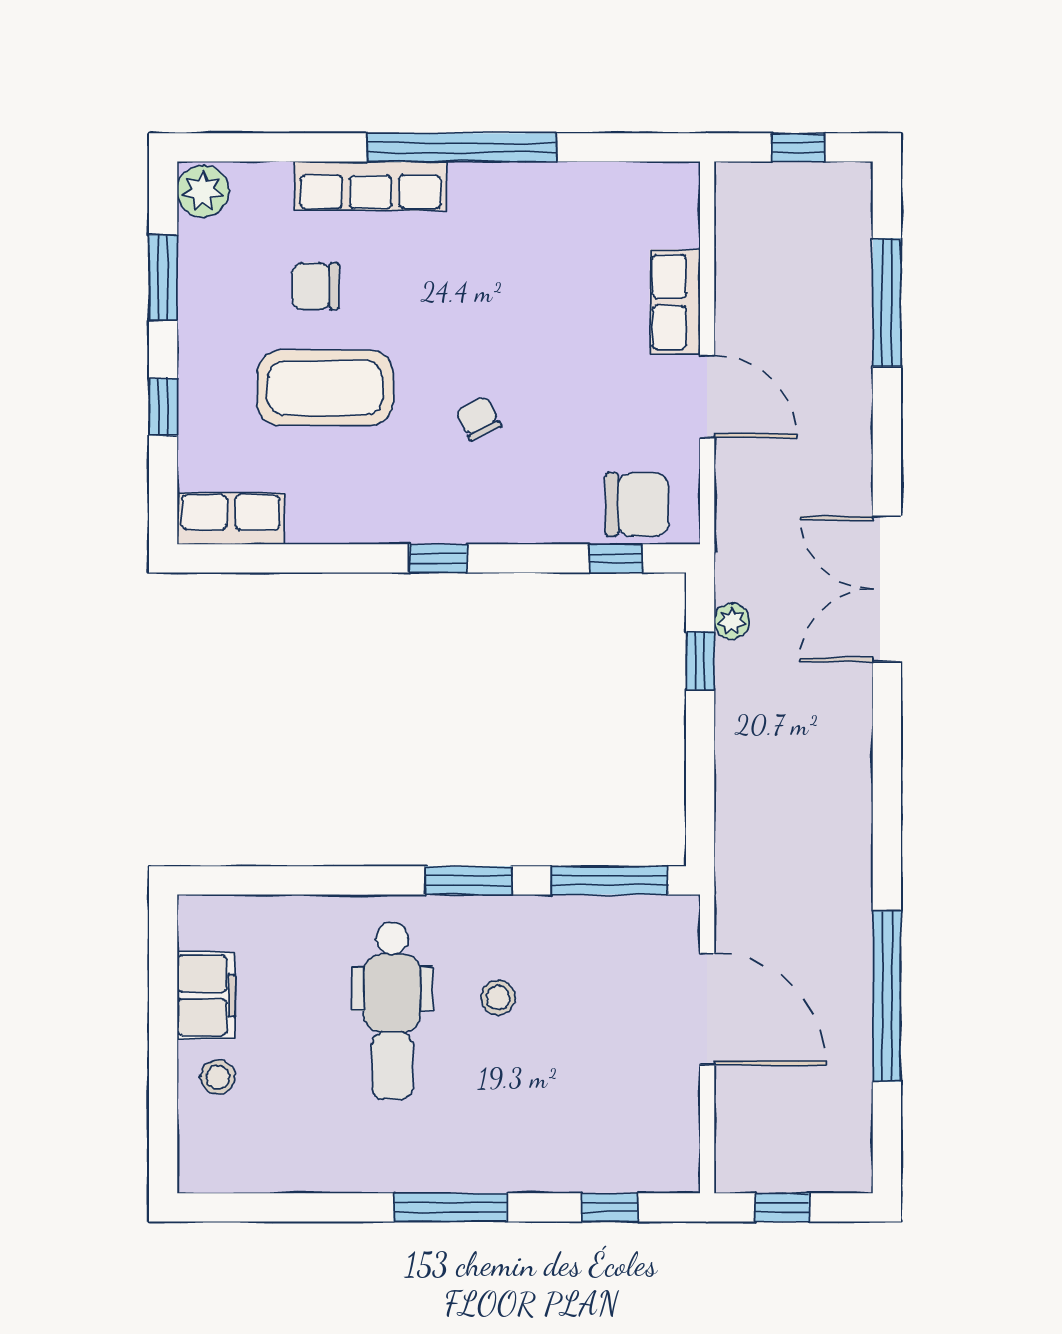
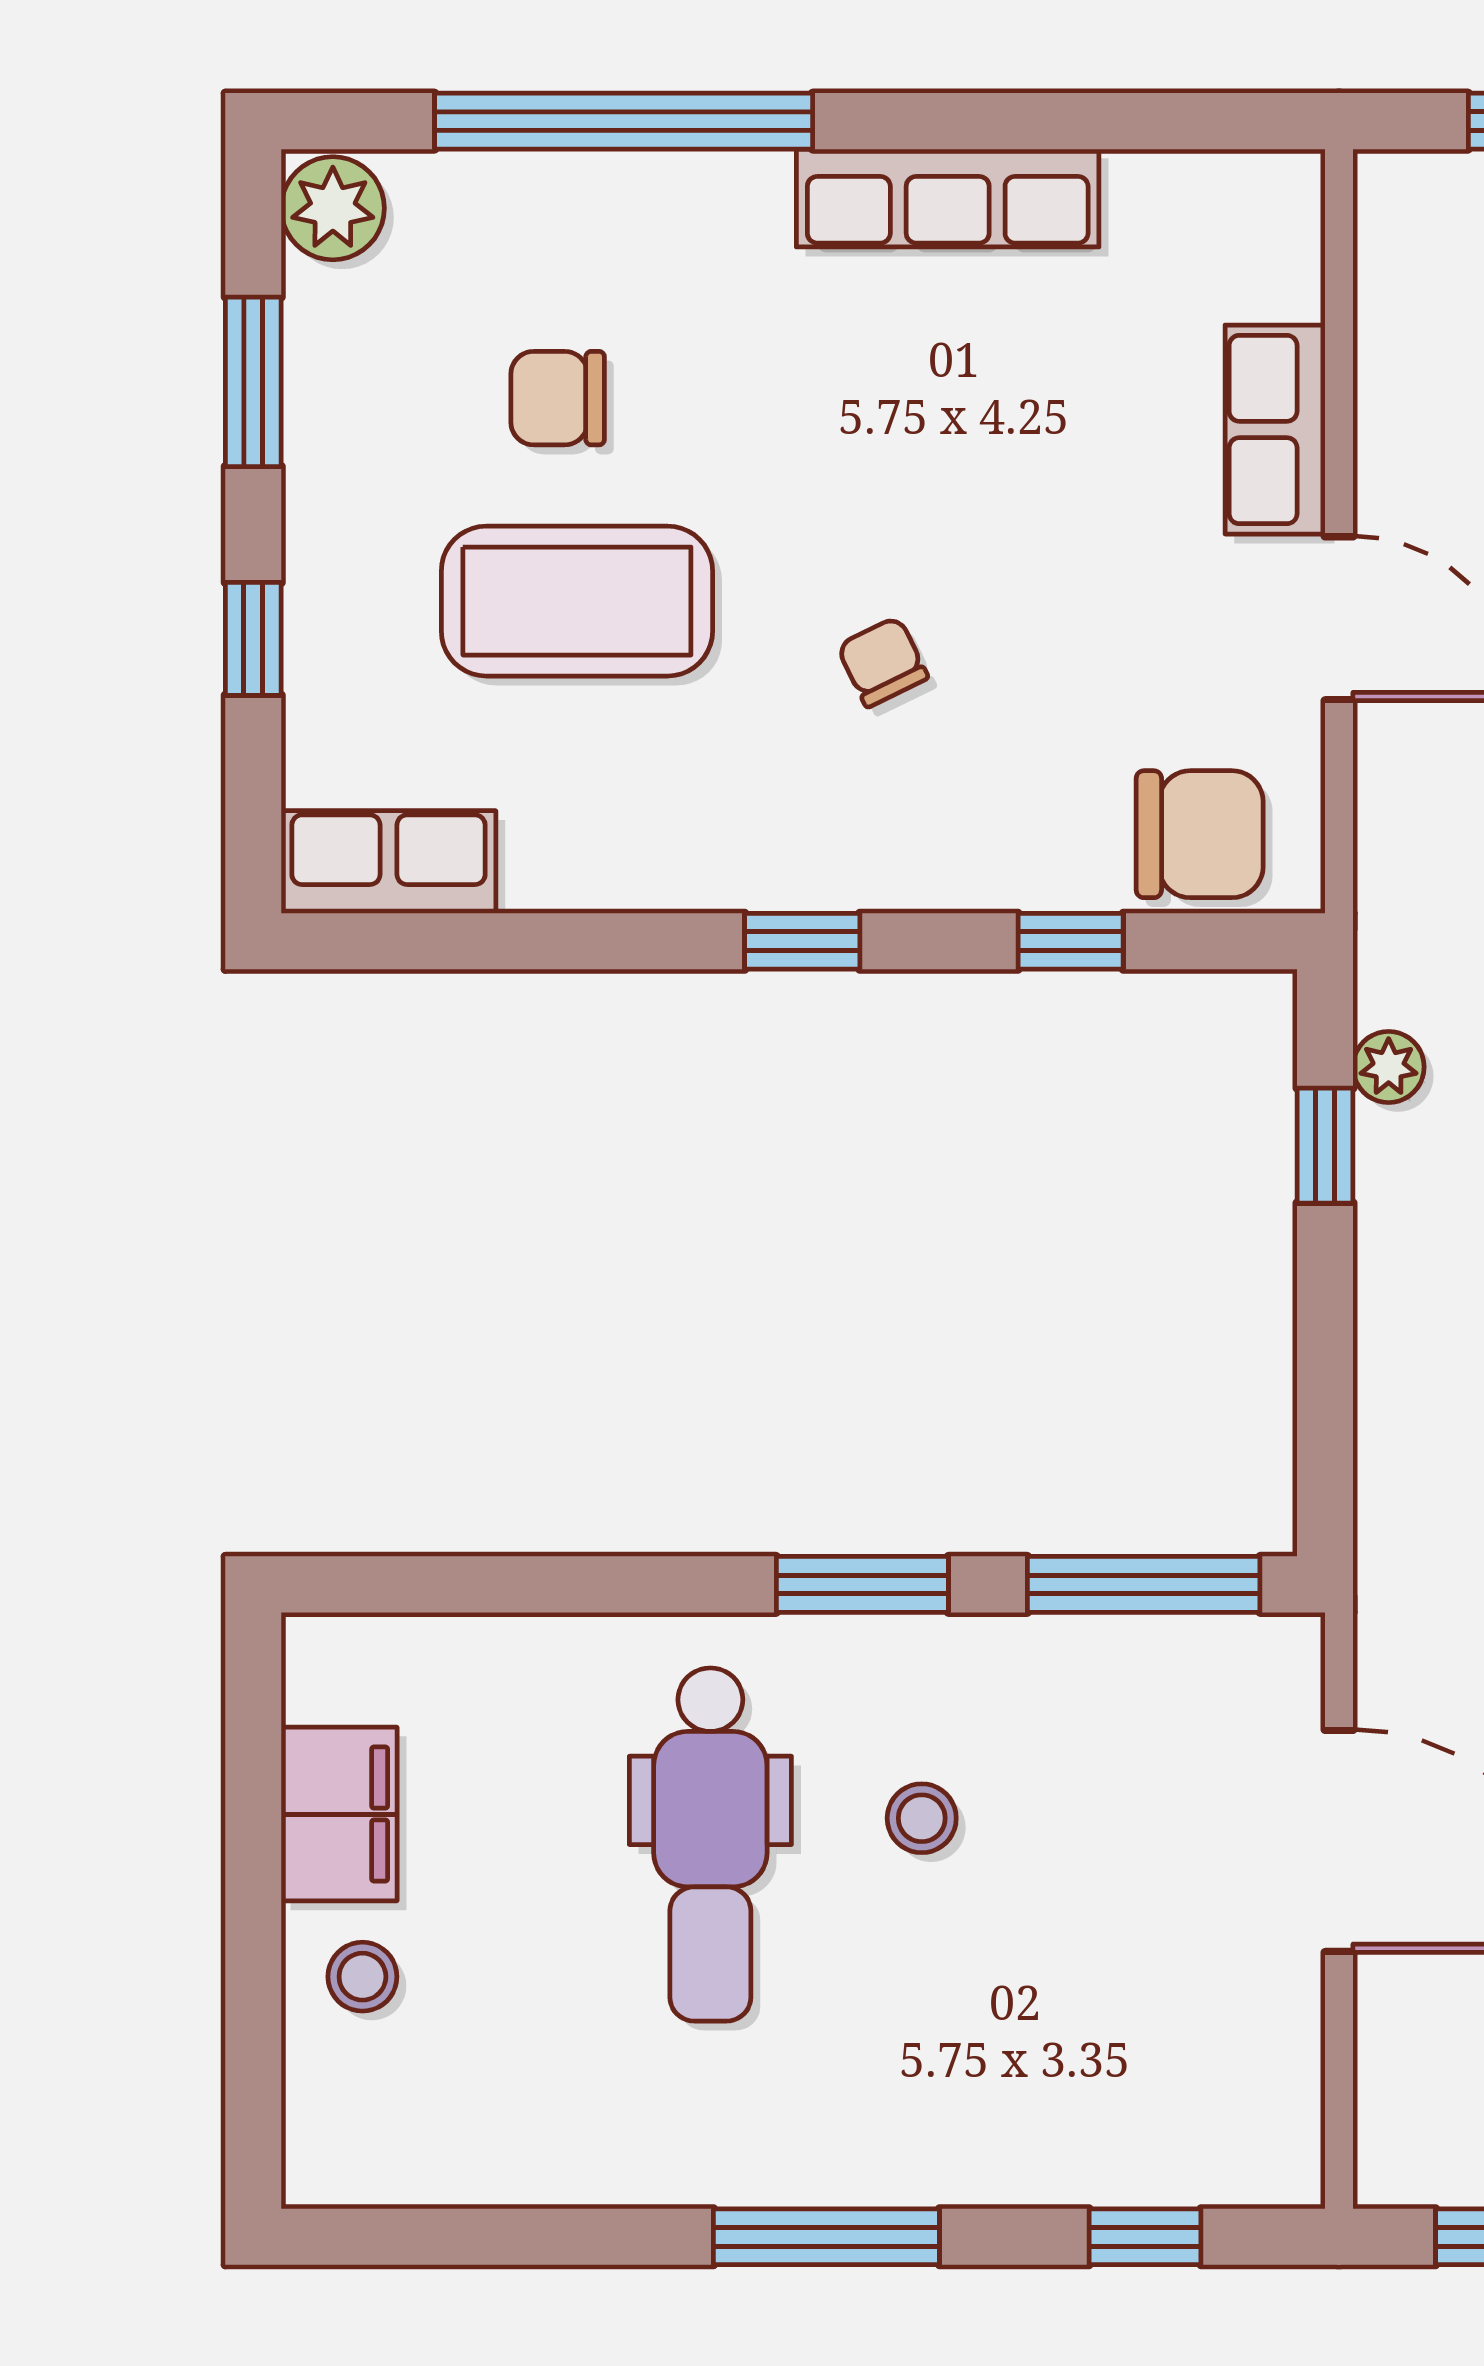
window: (462, 147) -> (624, 121), moved
row of seats: (371, 186) -> (948, 198), moved
window: (616, 558) -> (1071, 941), moved

